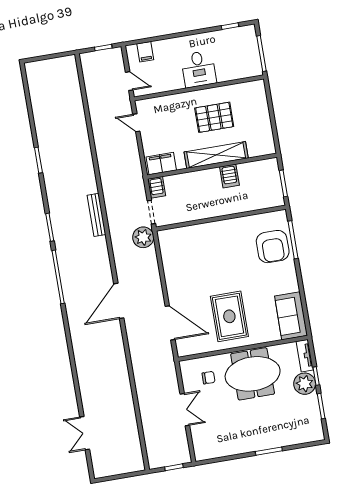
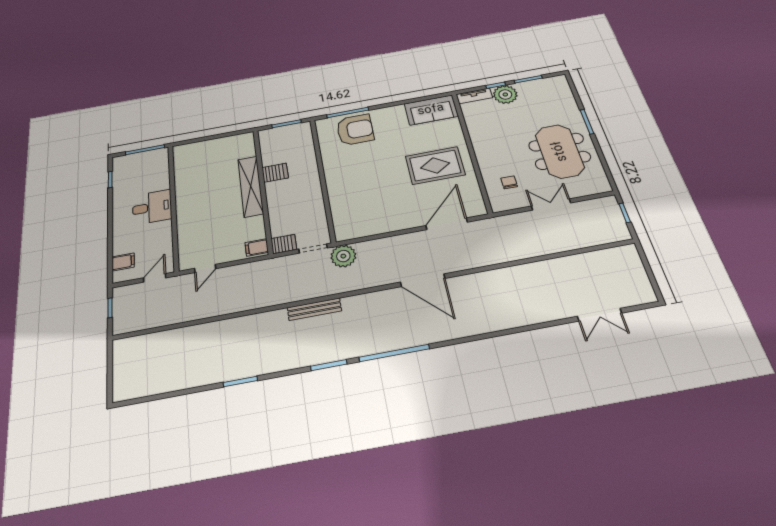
pallet: (214, 117) -> (208, 190), removed
filing cabinet: (161, 164) -> (257, 247), width x0.50
meeting table: (253, 374) -> (560, 151), moved

